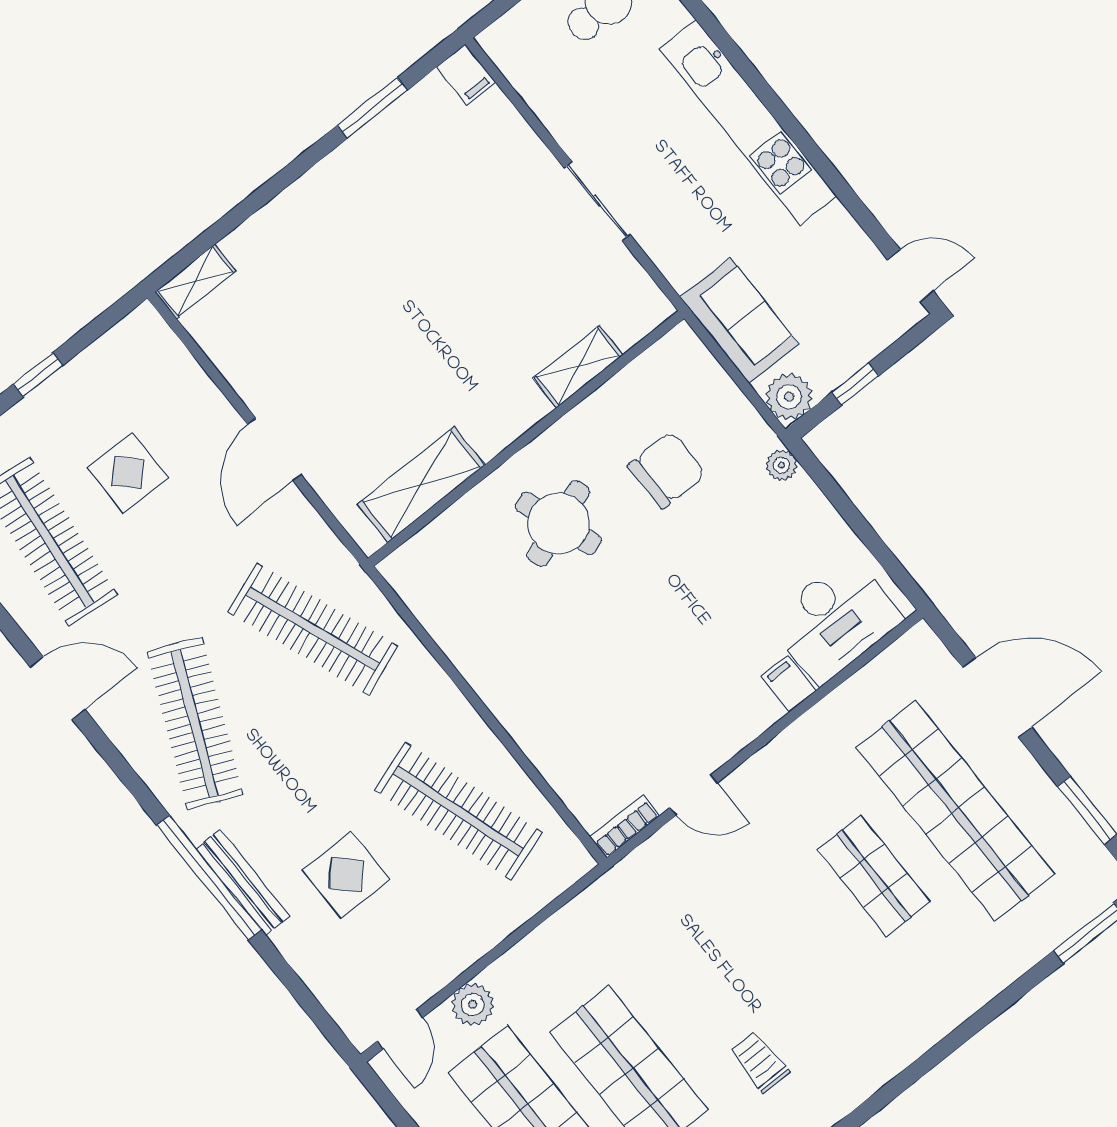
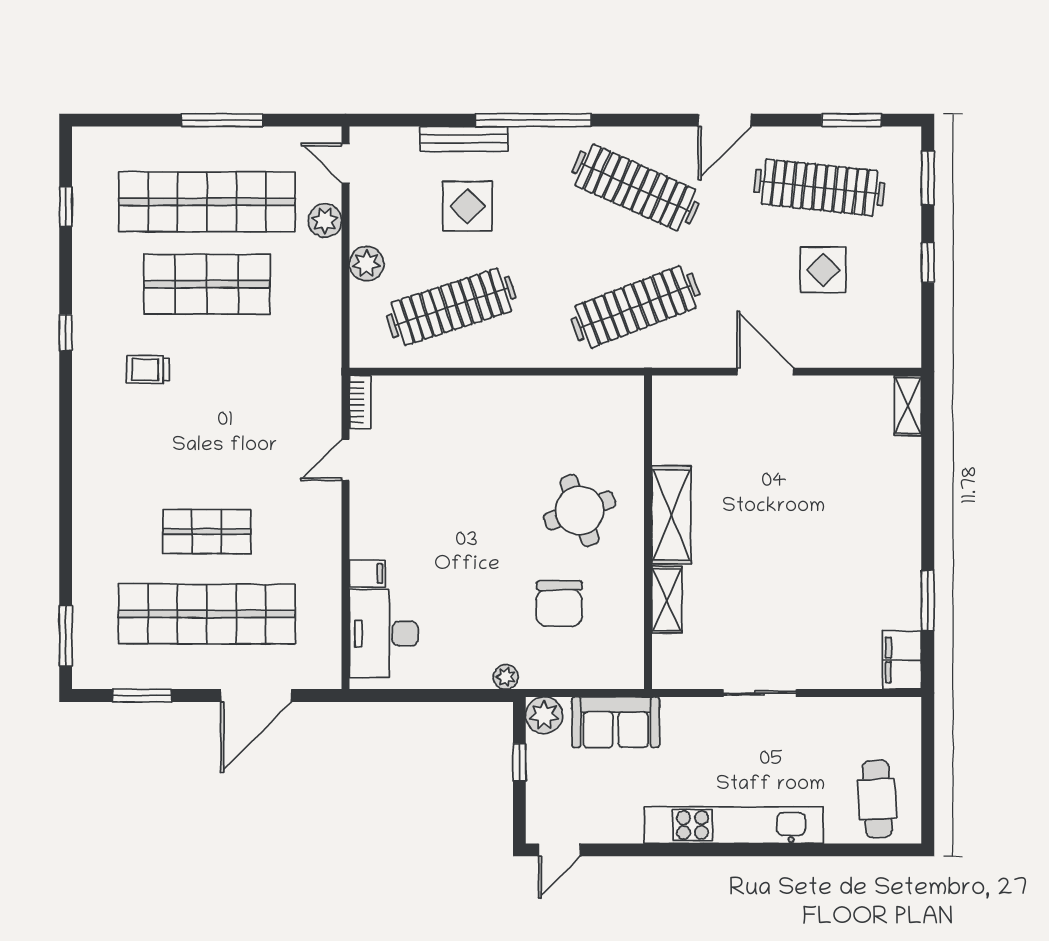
filing cabinet: (466, 75) -> (902, 660), width x2.00
shelving: (421, 485) -> (671, 515), moved
bench: (243, 883) -> (464, 139), moved
plant: (482, 929) -> (367, 264), added
trolley: (760, 1062) -> (148, 369), turned 180

